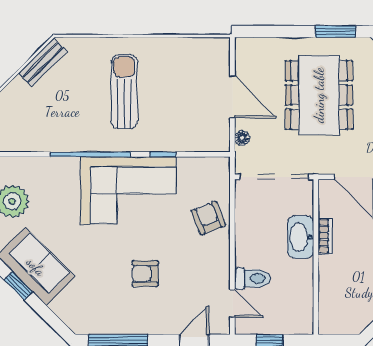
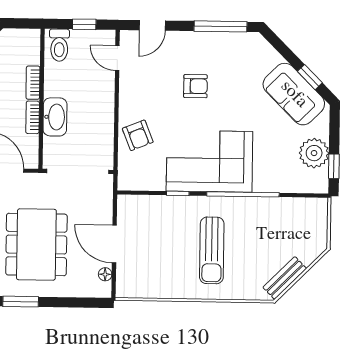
floor lamp: (242, 138) -> (105, 274), moved
bookcase: (326, 275) -> (33, 83), added
toilet: (253, 278) -> (59, 45), moved, turned -90

